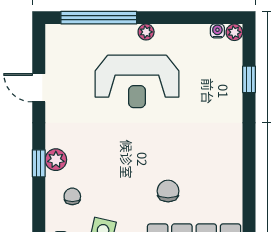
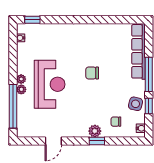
plant: (234, 32) -> (21, 89), moved
window: (249, 79) -> (32, 20), moved
chair: (168, 191) -> (92, 73), moved

